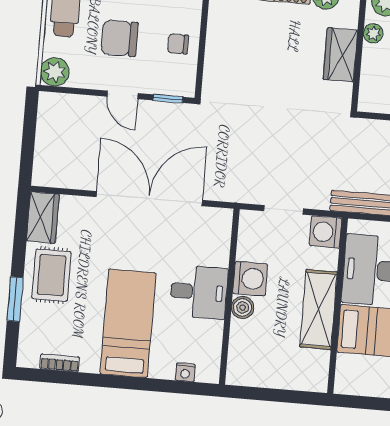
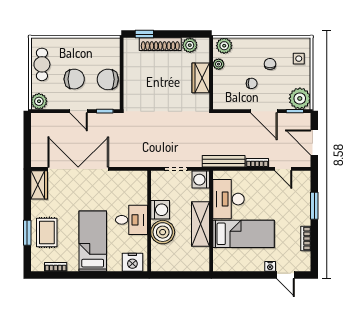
chair: (119, 38) -> (74, 79), turned 180
chair: (178, 44) -> (108, 79), width x1.87, depth x1.87
double door: (149, 199) -> (78, 169), moved
rug: (52, 275) -> (47, 232), moved
boiler: (243, 308) -> (163, 232), width x1.86, depth x1.86
nightstand: (185, 372) -> (132, 262), width x1.89, depth x1.79

